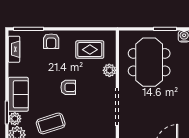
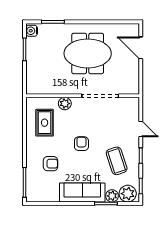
armchair: (51, 41) -> (51, 164), moved
fireplace: (14, 49) -> (44, 197), removed
meeting table: (149, 62) -> (88, 53), moved
sofa: (18, 94) -> (82, 192), width x1.36

